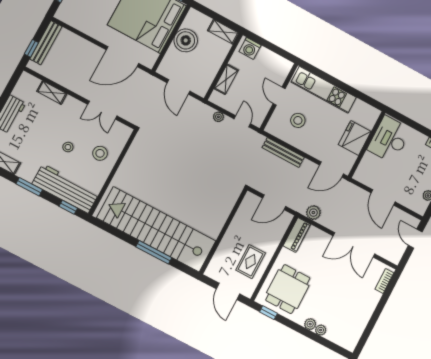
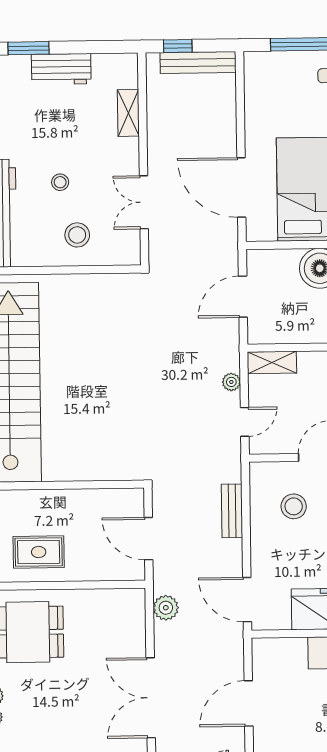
shelving: (226, 79) -> (272, 362), moved
bench: (283, 152) -> (232, 511), width x0.73
piano: (297, 235) -> (118, 601), removed

